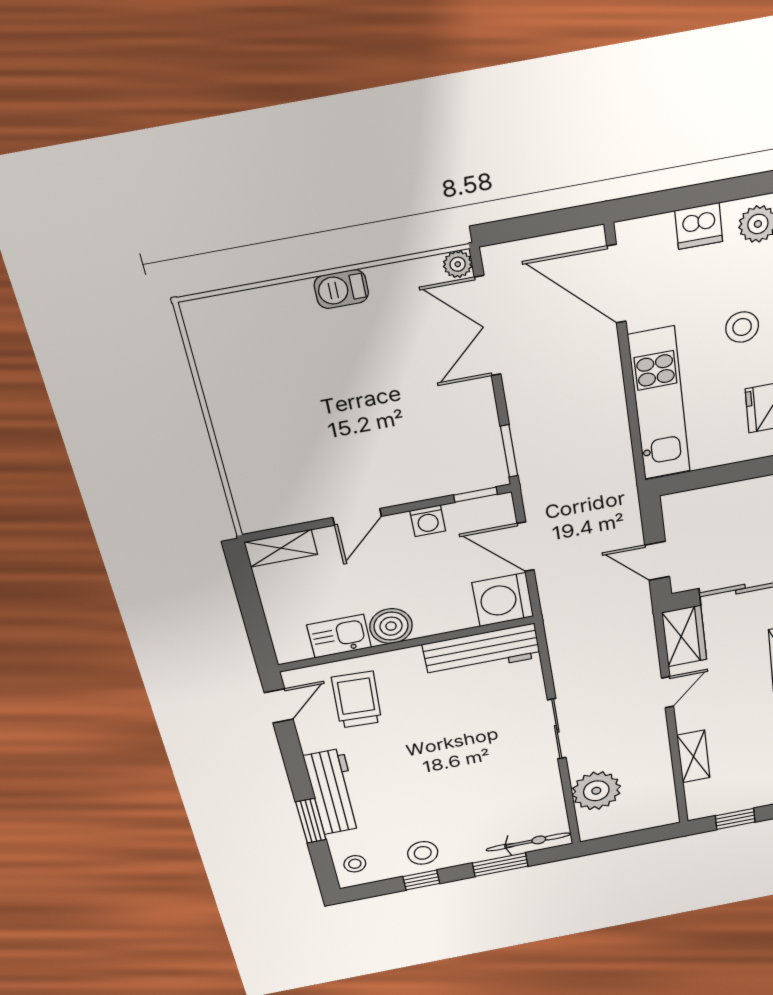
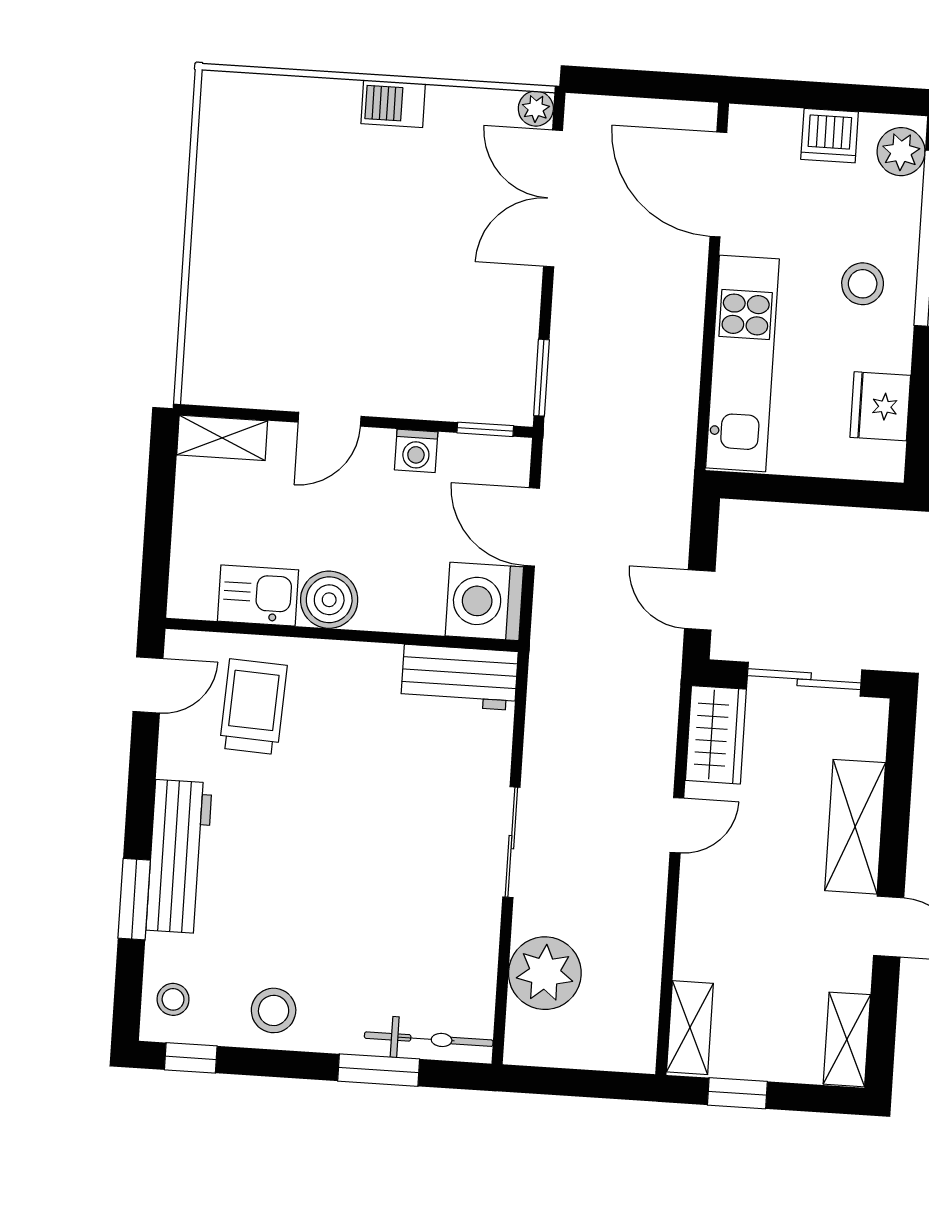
workbench: (481, 651) -> (459, 677), width x0.73
shelving: (693, 756) -> (690, 1028), moved
window: (421, 880) -> (191, 1058), moved

